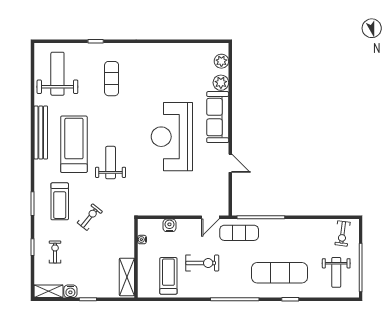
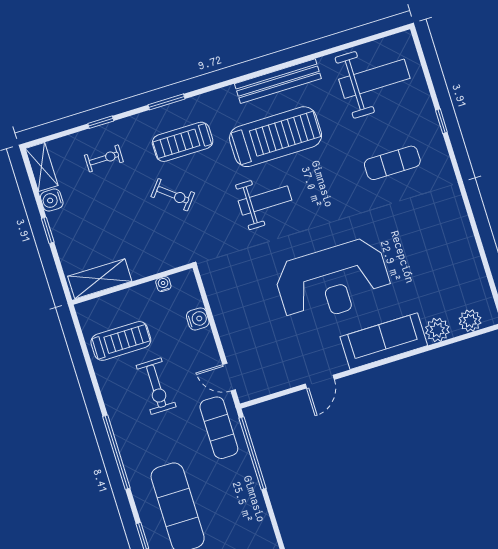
reception desk: (172, 137) -> (333, 281), turned 180

